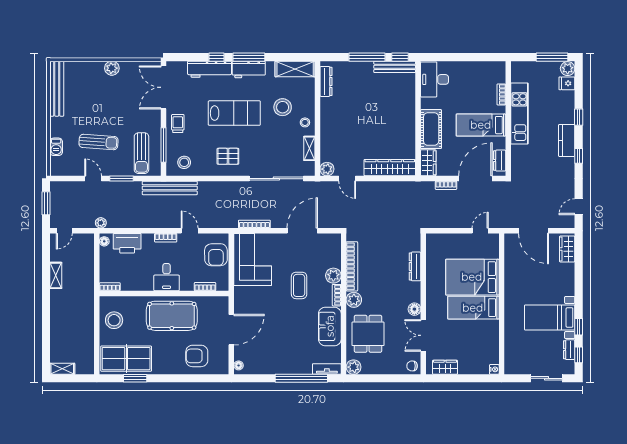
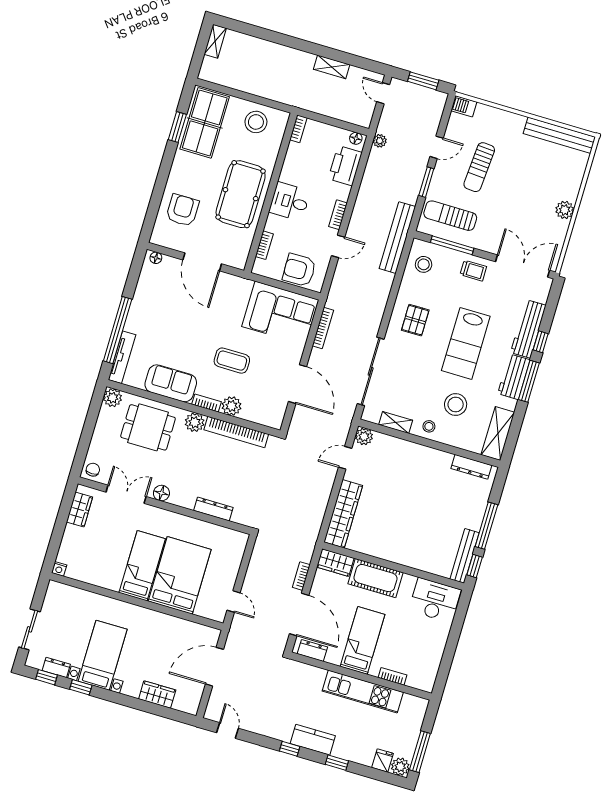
barbecue: (56, 147) -> (464, 106), moved
wardrobe: (567, 249) -> (157, 695), moved
tv unit: (327, 369) -> (122, 357), width x1.41

